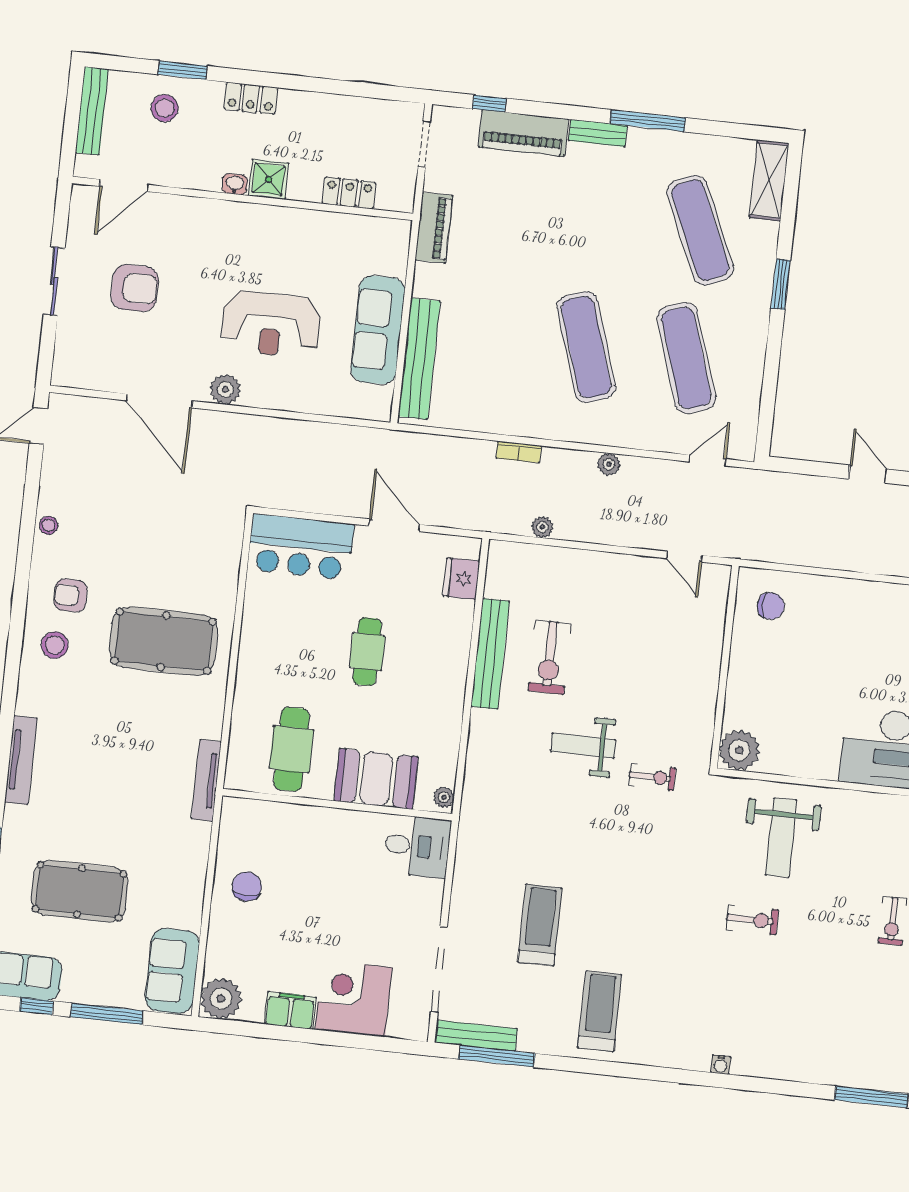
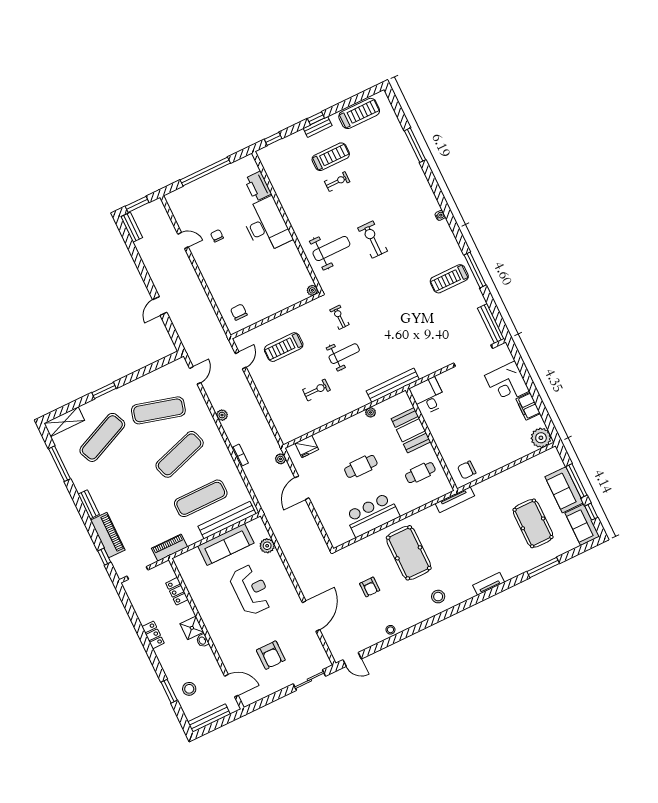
locker: (251, 98) -> (153, 635), moved
window: (648, 121) -> (60, 464), moved
sliding door: (54, 281) -> (309, 680), moved
armchair: (135, 288) -> (271, 655), turned 180
exercise mat: (486, 336) -> (201, 498), added
exercise mat: (686, 358) -> (158, 410), turned 33
plant: (225, 389) -> (267, 546), moved
door: (708, 460) -> (195, 375), swing flipped
plant: (542, 527) -> (281, 459), moved
bar counter: (301, 547) -> (372, 515), moved, turned -90
armchair: (71, 595) -> (370, 587), moved
bench: (490, 654) -> (393, 385), moved
exercise bike: (550, 657) -> (316, 390), width x0.73, depth x0.72
weight bench: (583, 746) -> (344, 354), turned -90
cafe table: (291, 749) -> (420, 473), width x0.73, depth x0.74
plant: (739, 750) -> (312, 290), width x0.53, depth x0.53
tv unit: (21, 760) -> (489, 584), width x0.71
plant: (444, 797) -> (370, 412), moved
chair: (247, 886) -> (467, 470), moved
exercise bike: (752, 920) -> (373, 240), width x1.38, depth x1.39
treadmill: (540, 925) -> (284, 347), moved
sofa: (172, 971) -> (564, 490), moved, turned 90
window: (497, 1056) -> (475, 270), moved

